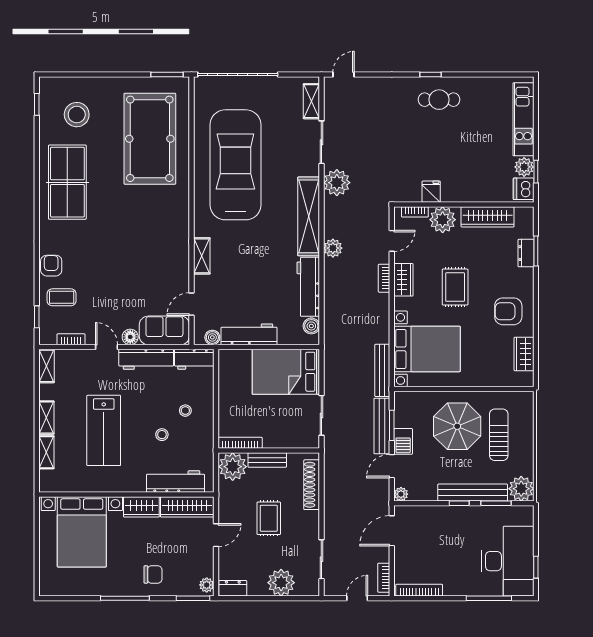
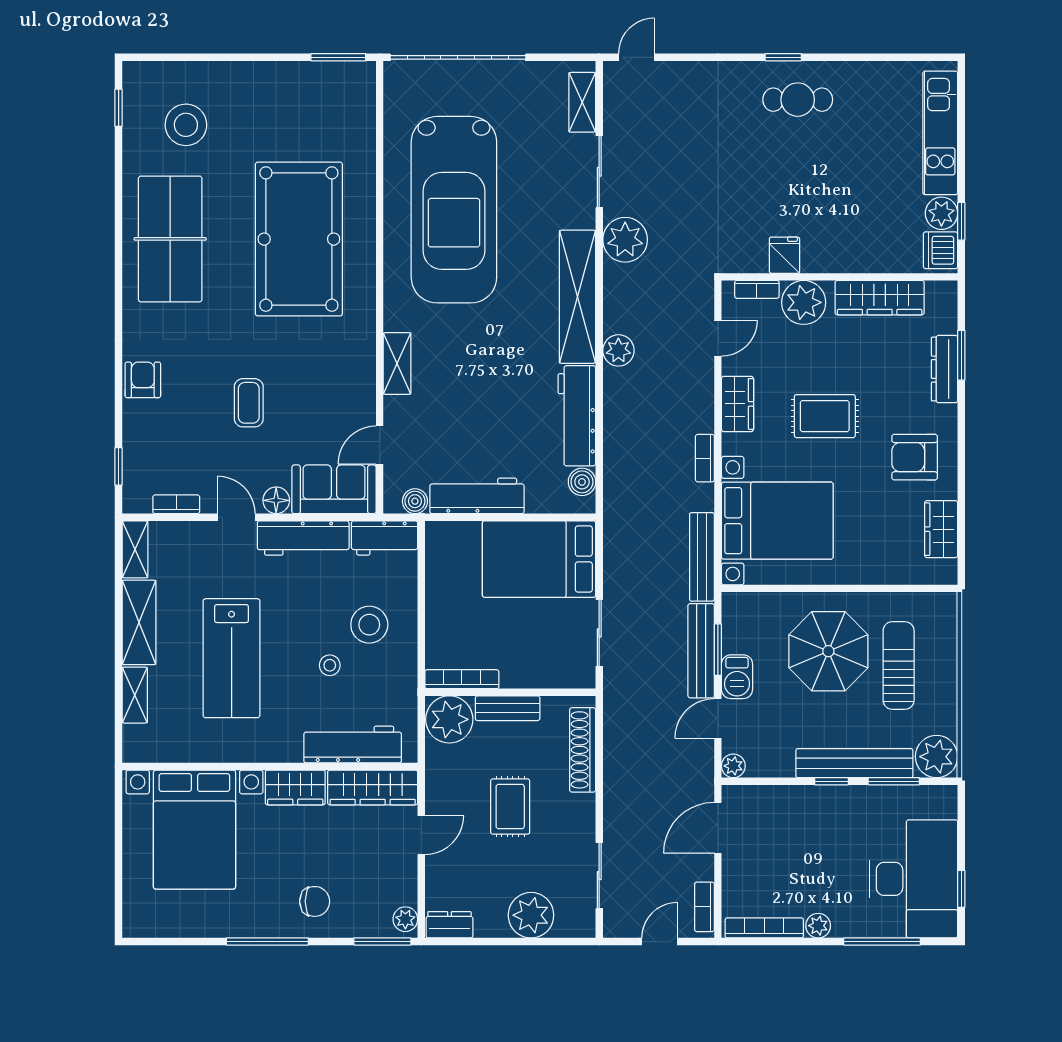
pool table: (150, 139) -> (299, 239), moved
car: (235, 165) -> (454, 210), turned 180
dresser: (526, 253) -> (945, 369), width x1.44
bookcase: (384, 278) -> (705, 458), moved
rug: (455, 287) -> (825, 416), turned 90
coffee table: (62, 297) -> (249, 403), moved, turned 90
stool: (185, 411) -> (369, 625), width x1.89, depth x1.89
shelving: (46, 418) -> (139, 622), width x1.50, depth x1.33
plant: (451, 589) -> (818, 926), added

